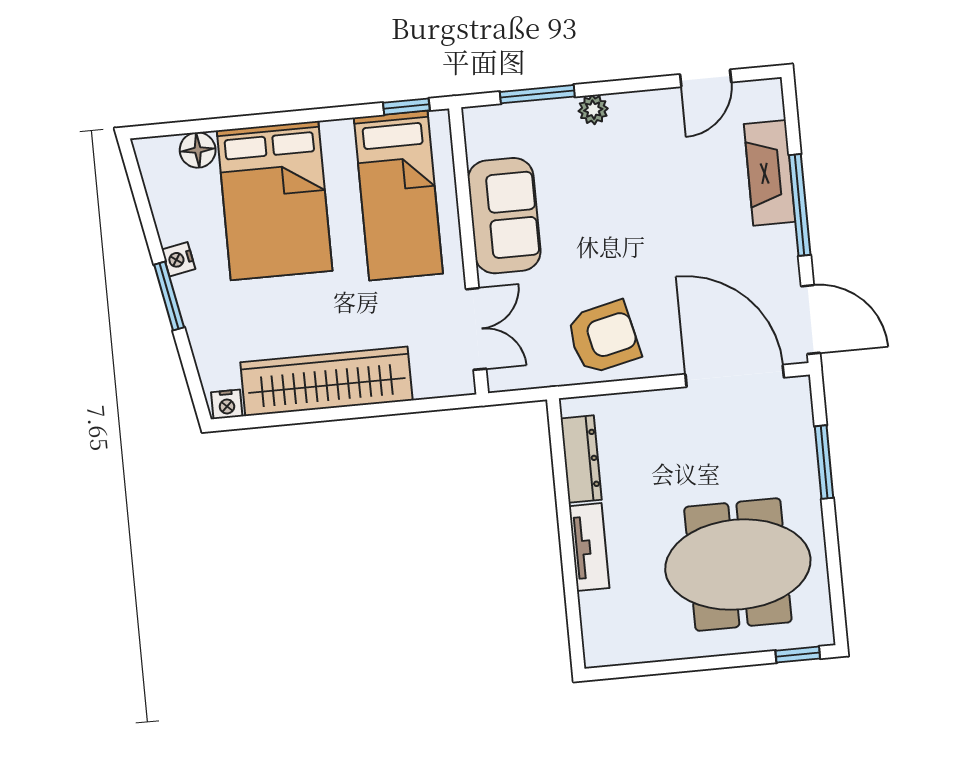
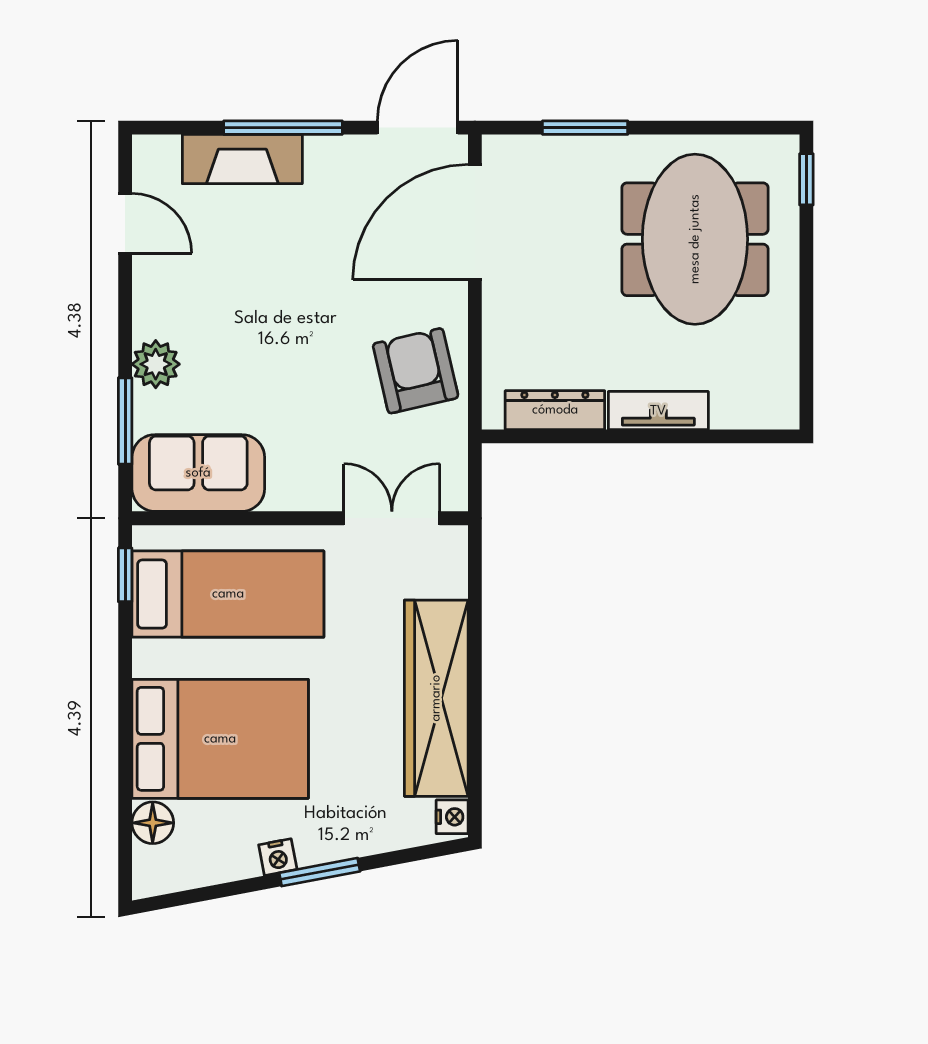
plant: (593, 110) -> (156, 364), width x1.38, depth x1.38
sofa: (504, 216) -> (198, 473), moved

